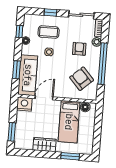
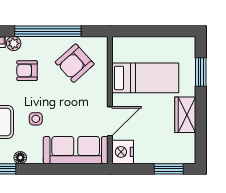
window: (16, 70) -> (68, 169), removed
door: (44, 98) -> (110, 121), swing flipped
floor lamp: (85, 107) -> (120, 54), removed

